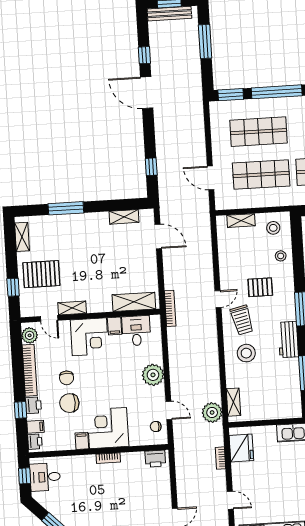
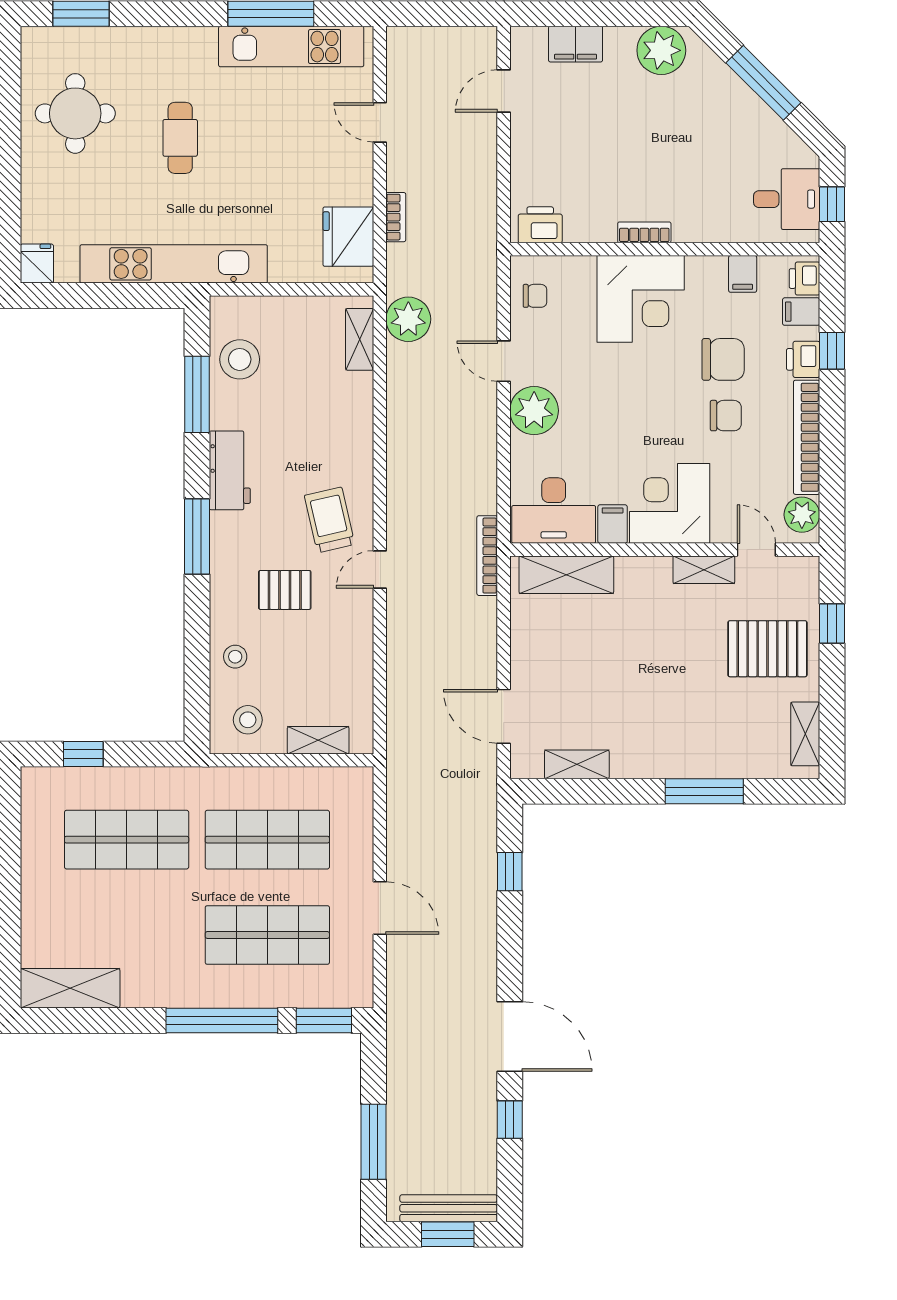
door: (211, 178) -> (380, 908), moved
desk: (136, 331) -> (554, 511), width x1.37
stool: (246, 353) -> (240, 359), moved
chair: (67, 378) -> (726, 416), turned 90
door: (169, 410) -> (504, 361), moved
filing cabinet: (82, 441) -> (743, 274), moved

